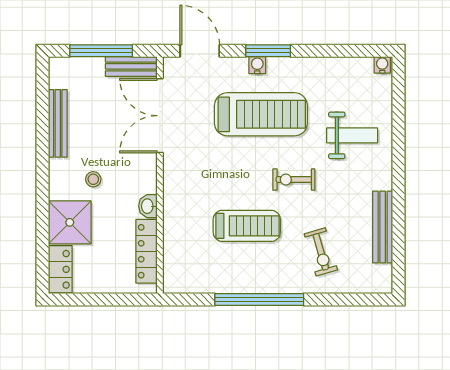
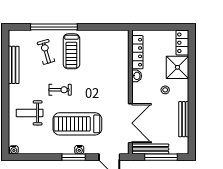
bench: (131, 66) -> (150, 149), width x1.36
treadmill: (247, 226) -> (71, 51), moved, turned -90
window: (259, 300) -> (54, 27), moved

